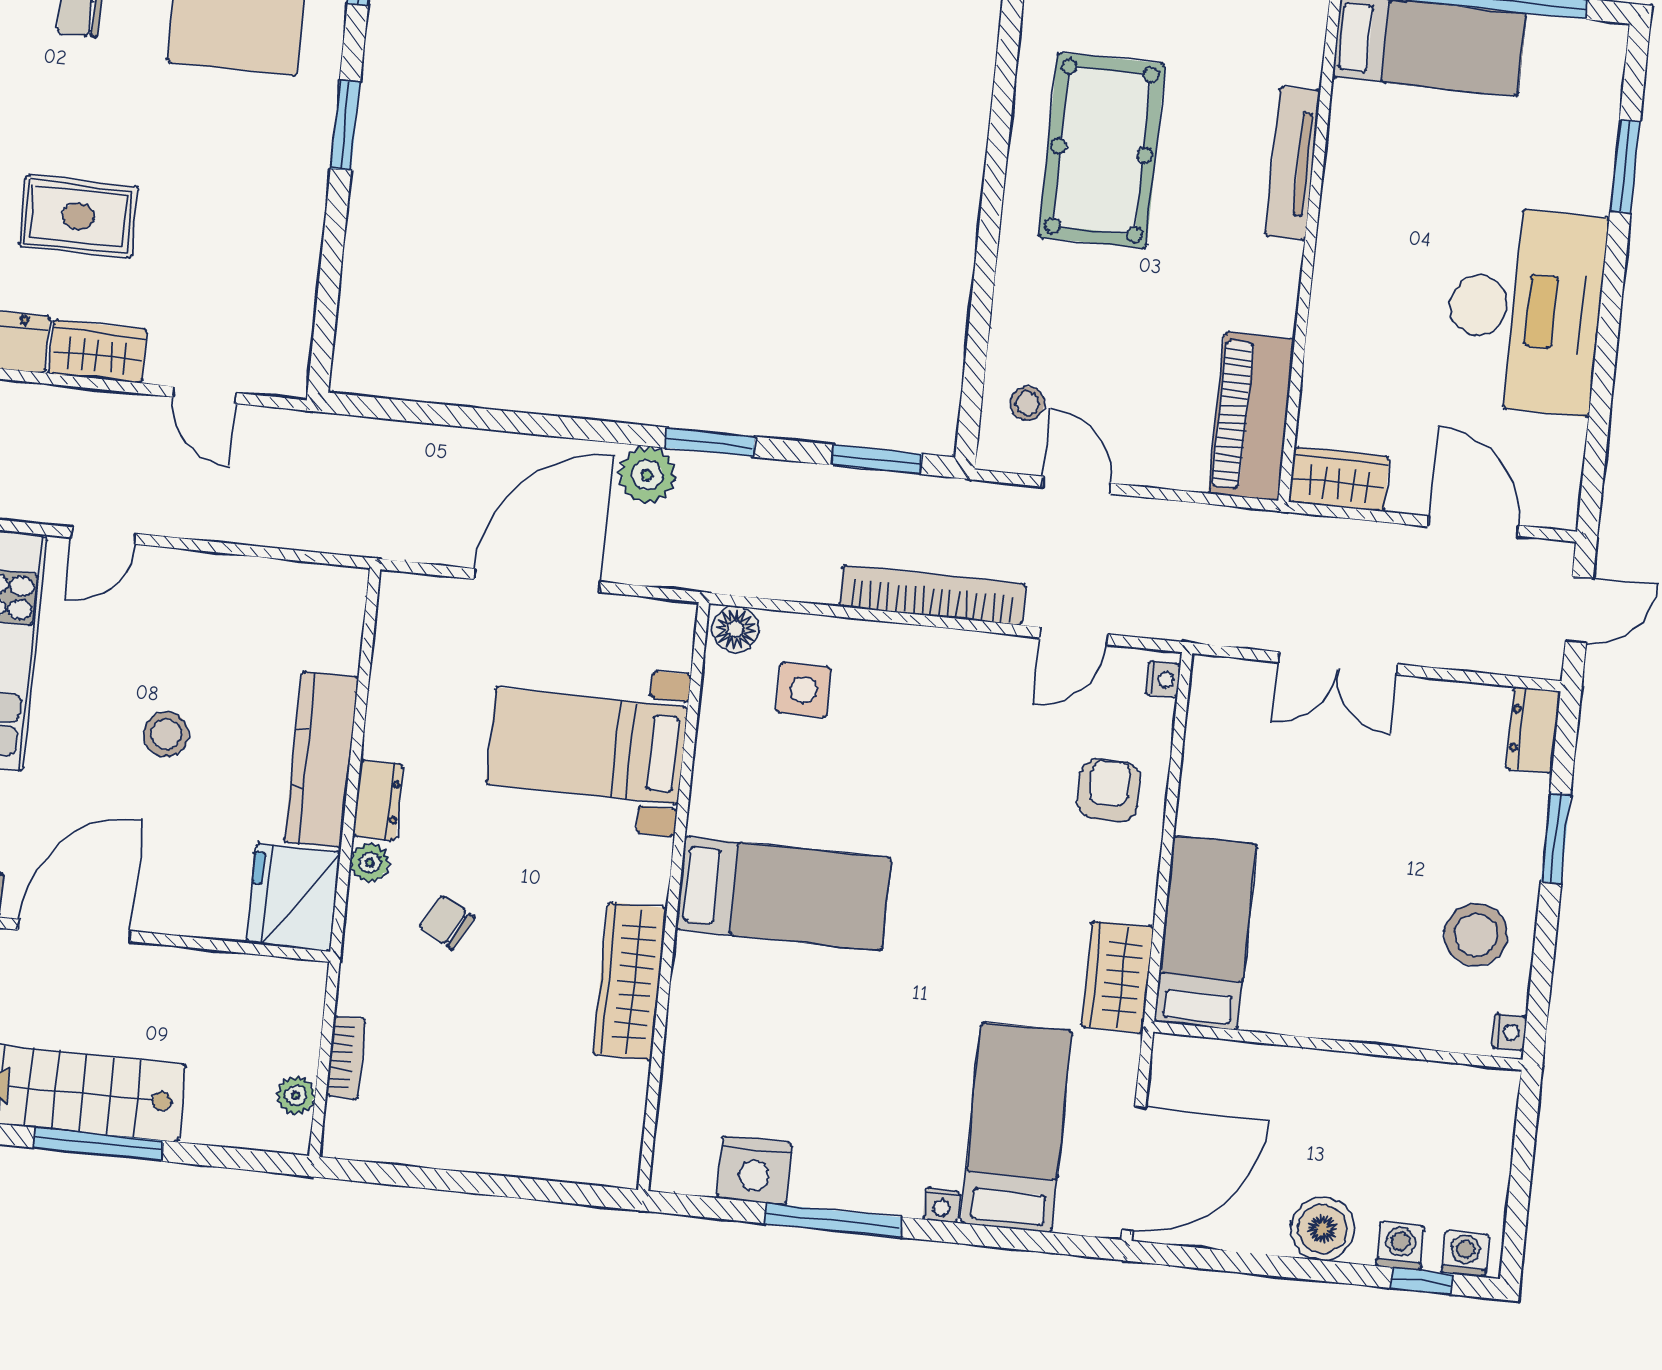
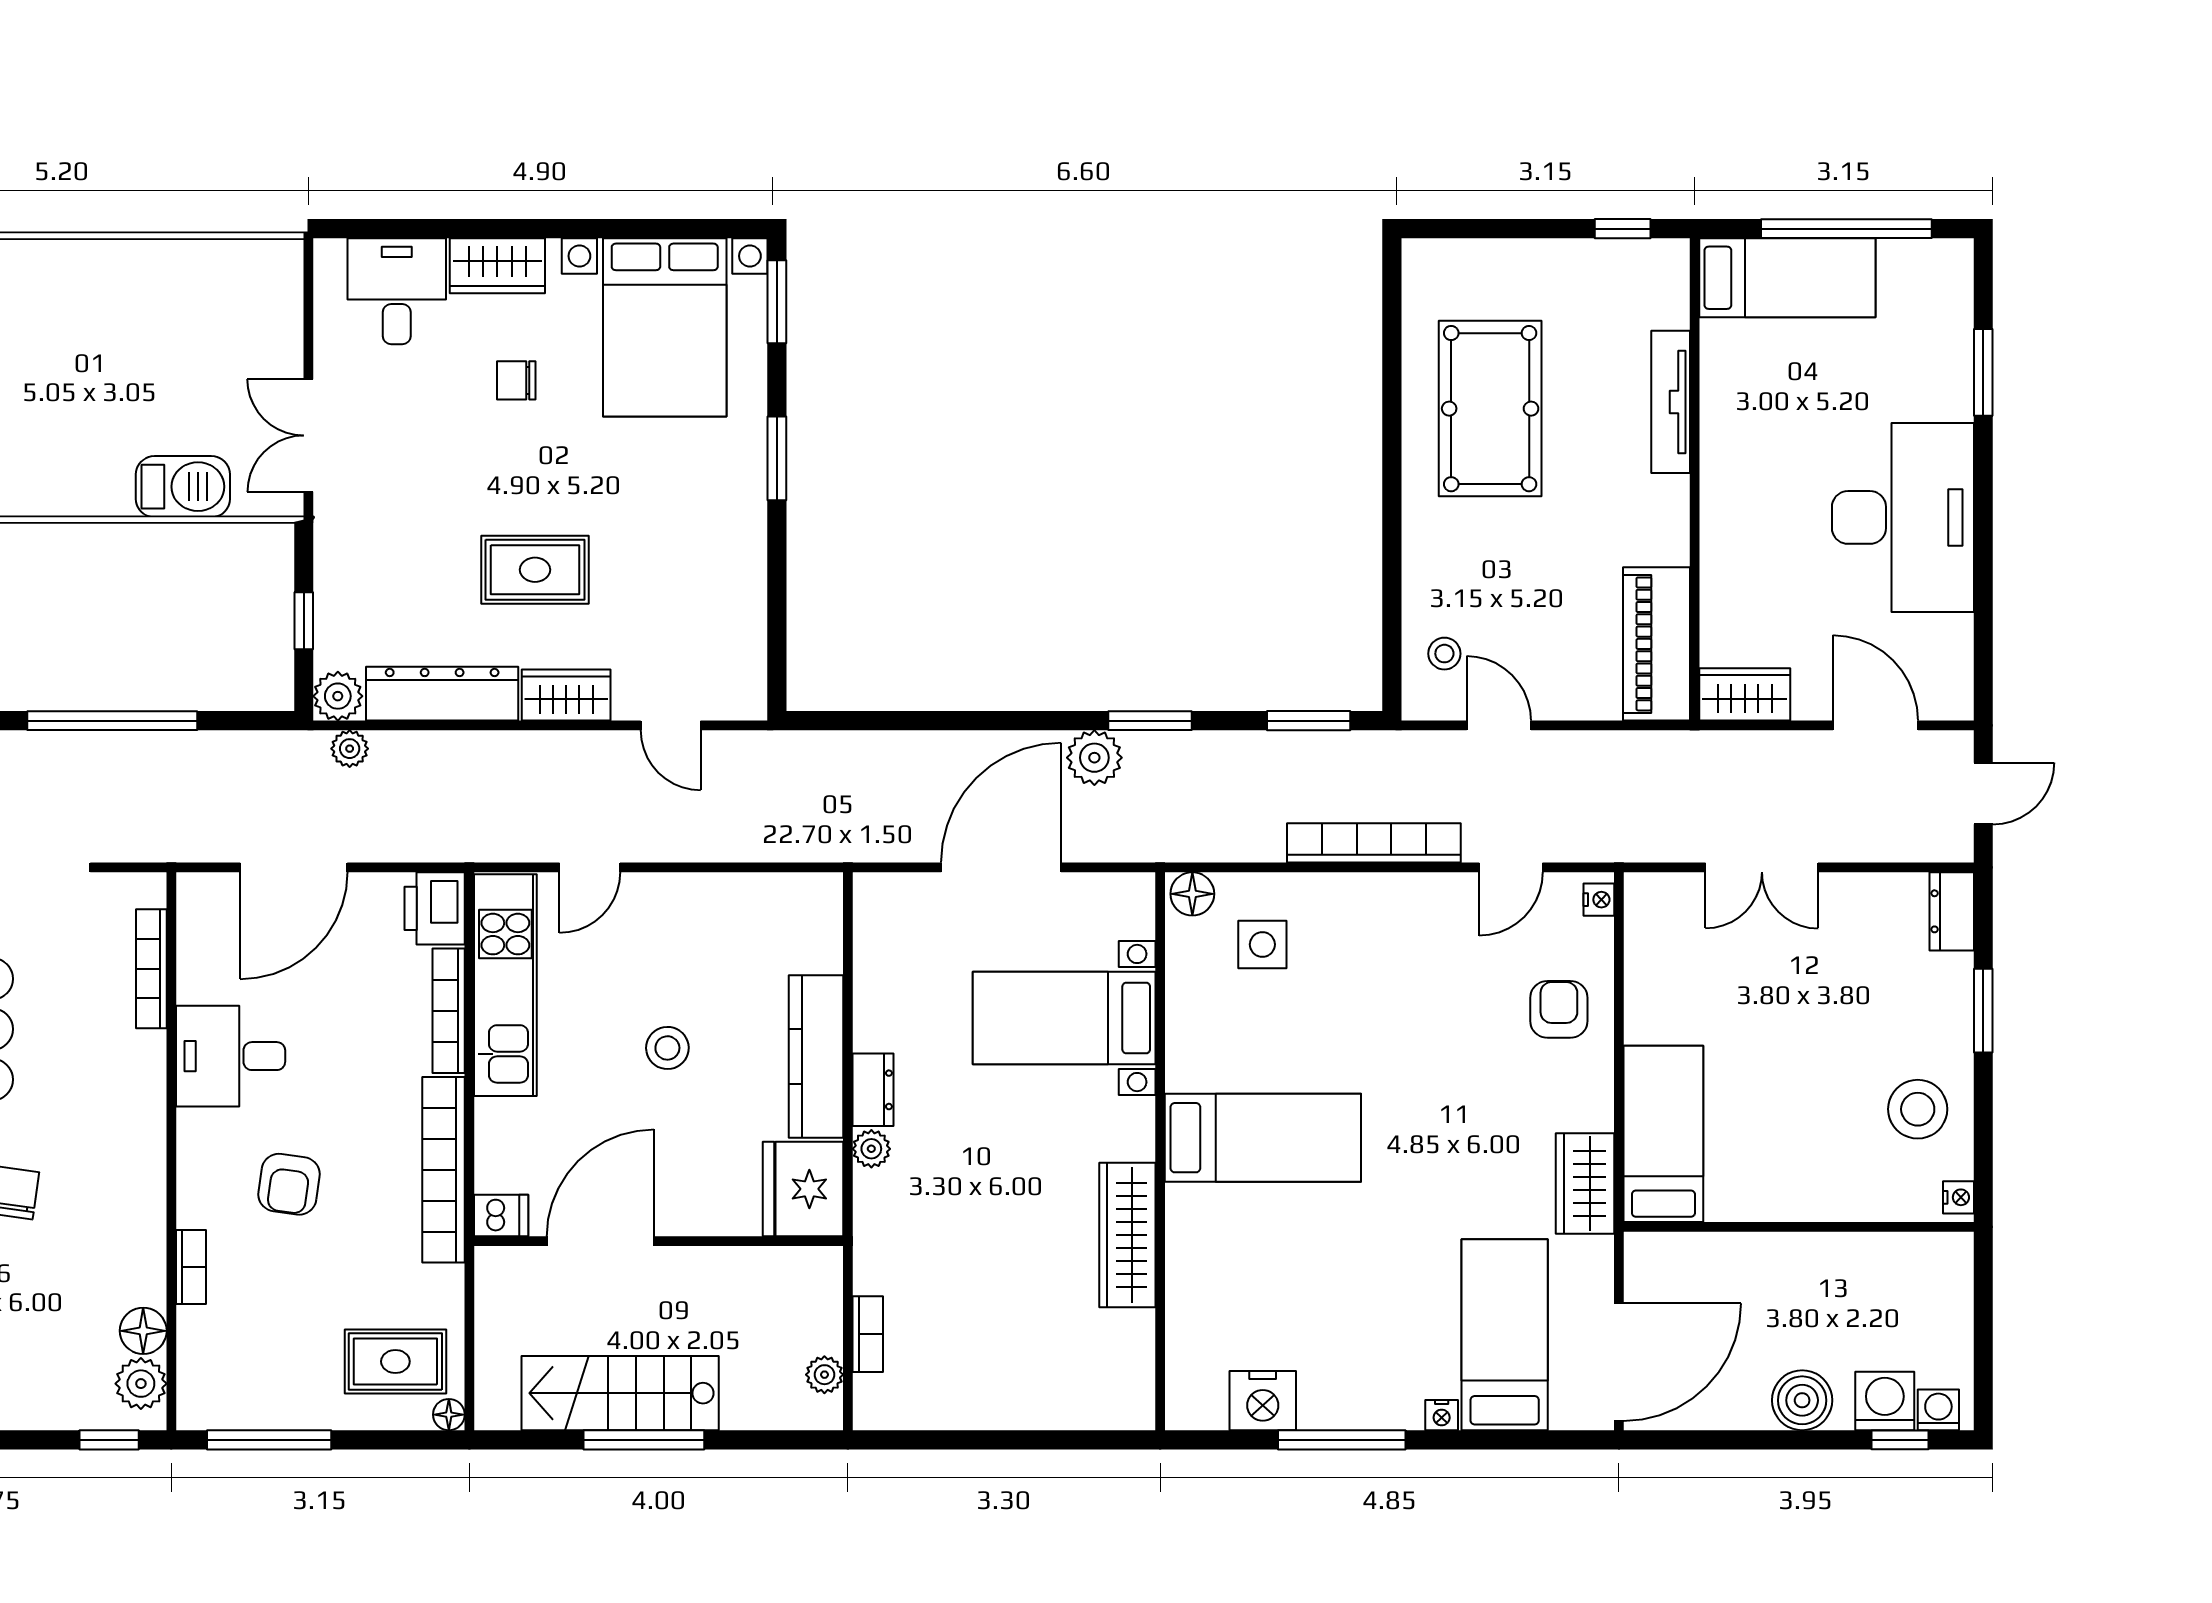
chair: (447, 922) -> (950, 1198), removed
washing machine: (1400, 1246) -> (1885, 1401), width x1.38, depth x1.38

